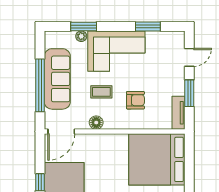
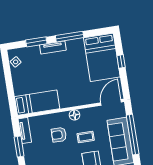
floor lamp: (96, 123) -> (75, 115), moved
bed: (157, 159) -> (37, 103), width x0.49

